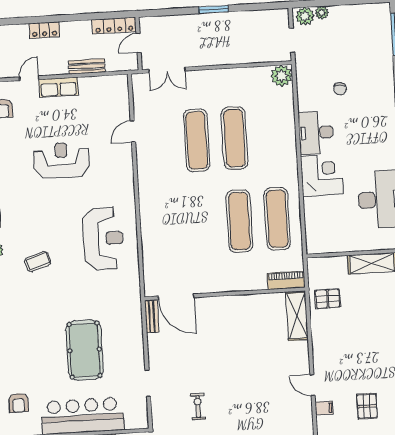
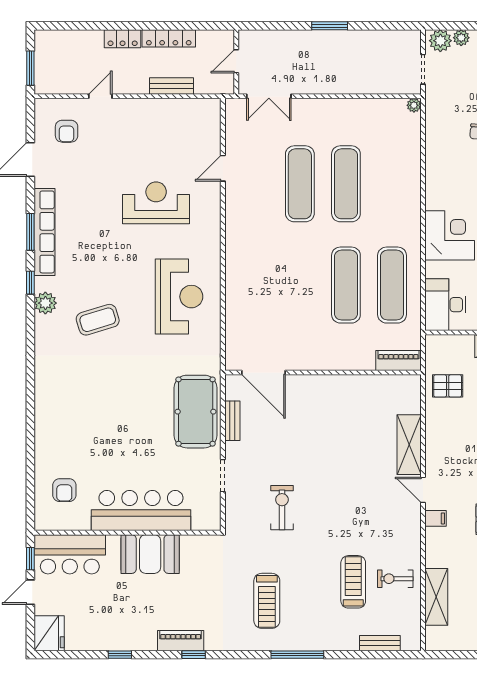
locker: (114, 26) -> (169, 38), moved
plant: (282, 76) -> (414, 105), width x0.53, depth x0.53
row of seats: (59, 87) -> (136, 109), removed
desk: (316, 133) -> (445, 305), moved
reception desk: (61, 160) -> (156, 203), moved
coffee table: (38, 262) -> (98, 320), width x1.36, depth x1.30
bench: (152, 316) -> (232, 421), moved
shelving: (297, 316) -> (409, 445), moved
pool table: (85, 350) -> (196, 412), moved
exercise bike: (198, 407) -> (282, 508), width x1.38, depth x1.39

